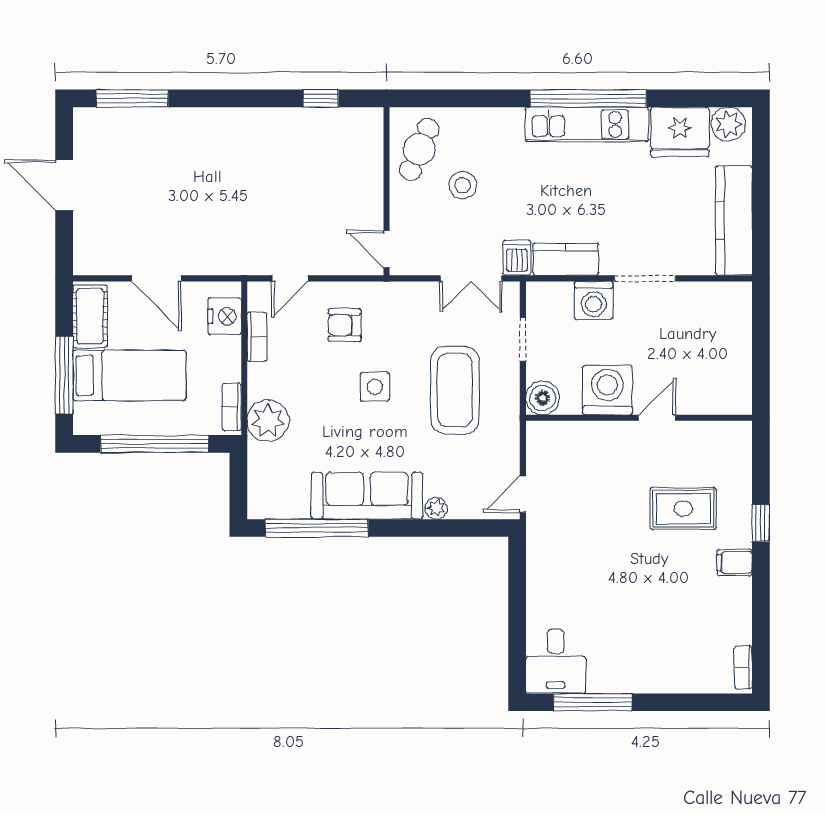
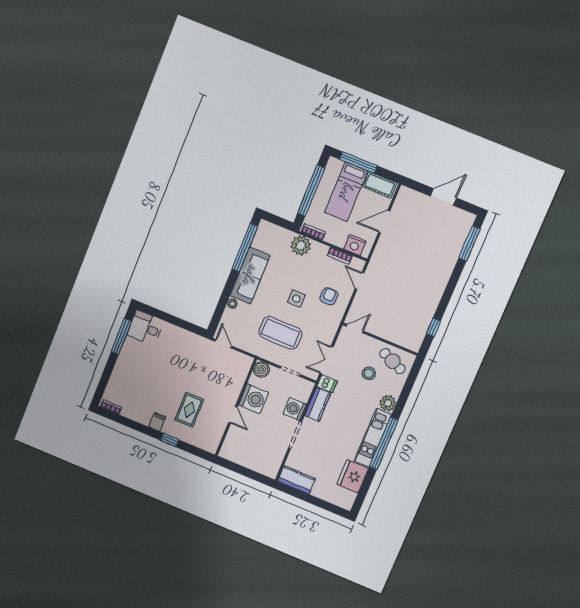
plant: (728, 124) -> (388, 403), moved
kitchen counter: (734, 220) -> (296, 480), width x0.67

